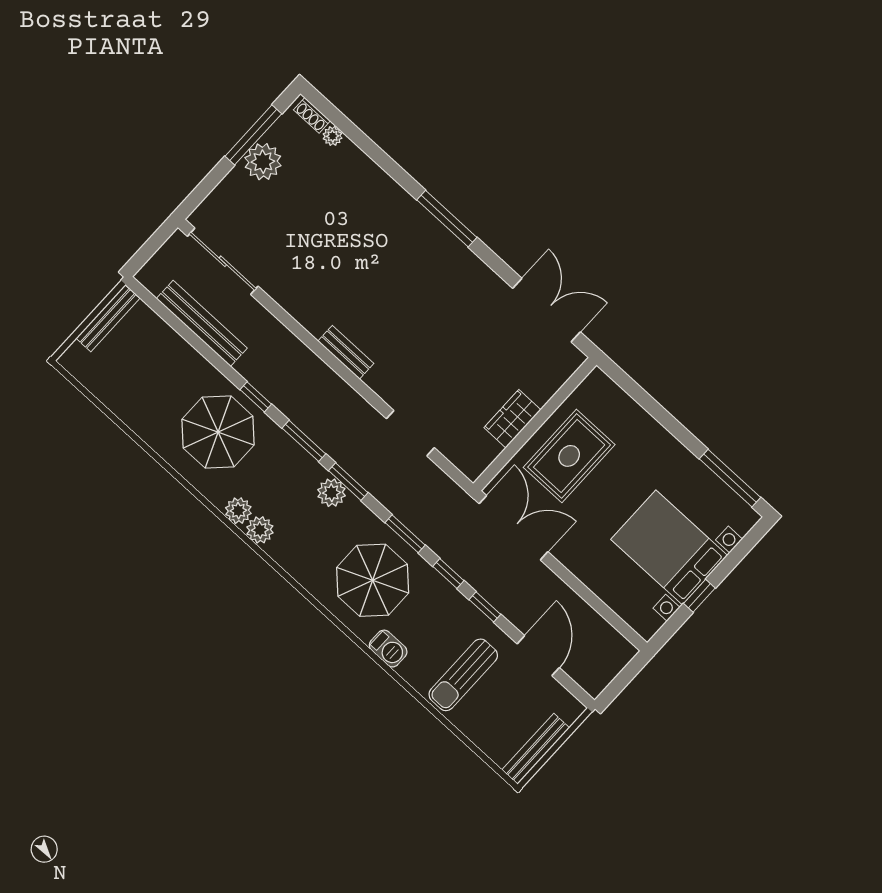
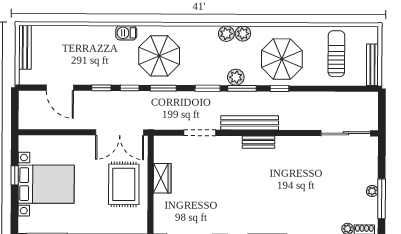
plant: (263, 162) -> (372, 191), width x0.53, depth x0.53
bench: (202, 323) -> (250, 123), moved
plant: (332, 493) -> (236, 77), moved
sun lounger: (463, 675) -> (336, 54), moved

